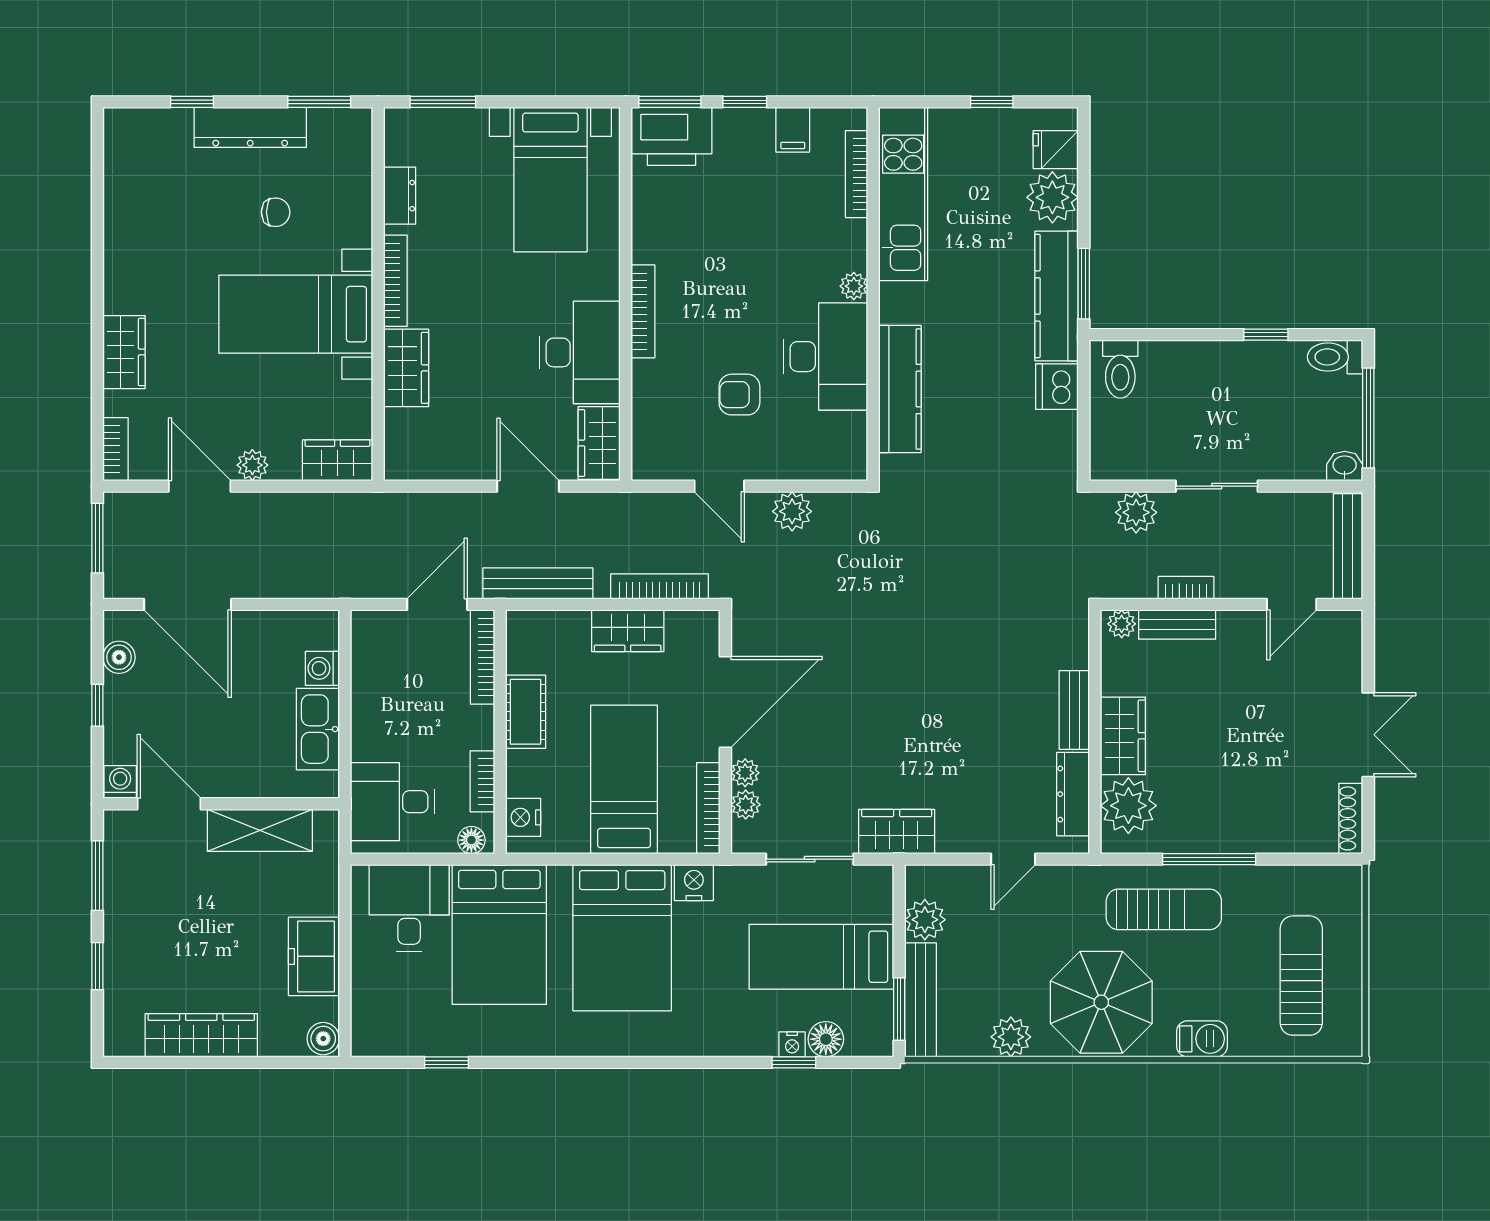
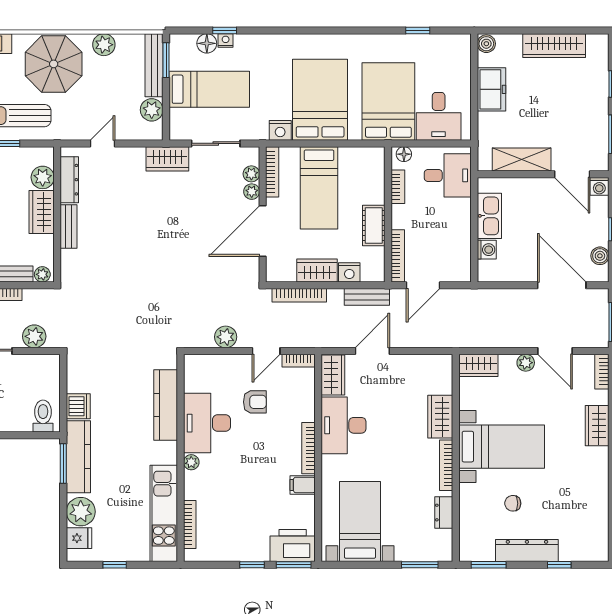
filing cabinet: (793, 130) -> (303, 485), moved, turned -90
bookcase: (661, 469) -> (299, 361), added
door: (528, 486) -> (372, 351), swing flipped
door: (719, 486) -> (266, 351), swing flipped
bench: (538, 583) -> (367, 297), width x0.73
plant: (1128, 806) -> (43, 177), width x0.73, depth x0.73
nightstand: (523, 817) -> (349, 272), moved, turned 90

